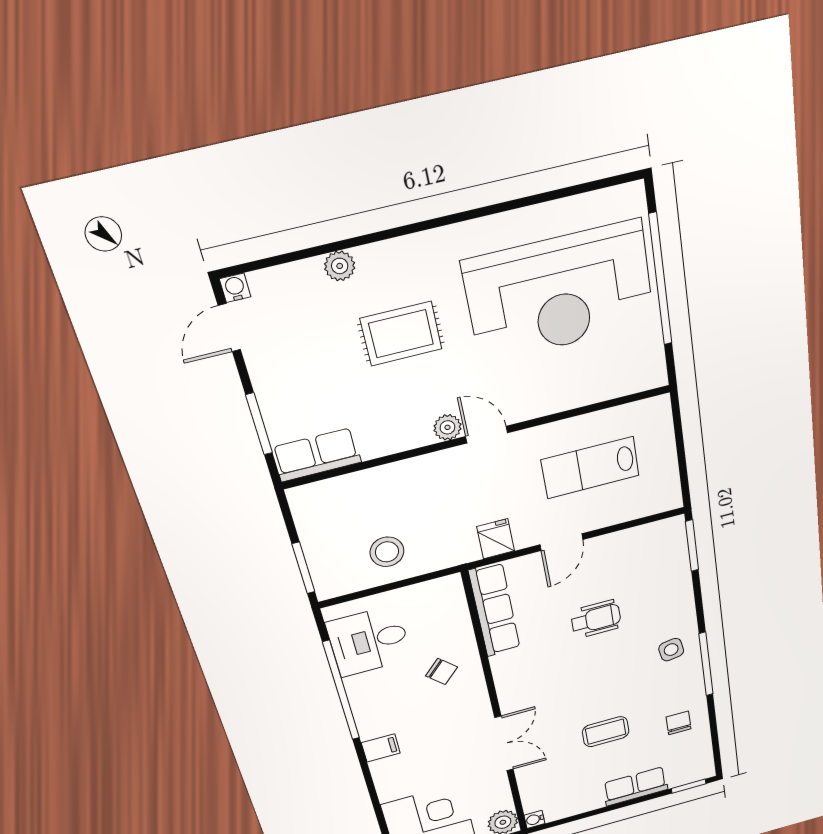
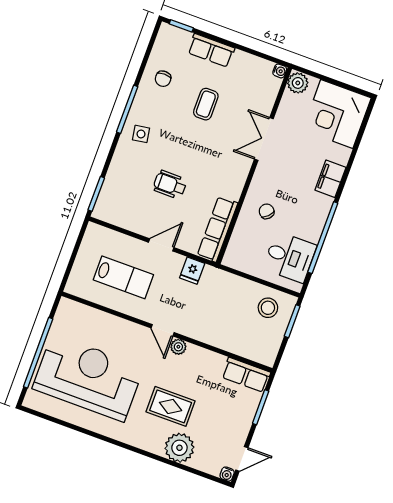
plant: (340, 266) -> (179, 448), width x1.88, depth x1.88
stool: (387, 552) -> (268, 308), moved
coffee table: (606, 732) -> (206, 104), turned 90
filing cabinet: (381, 748) -> (330, 179), width x2.00

